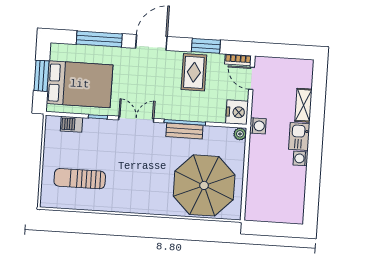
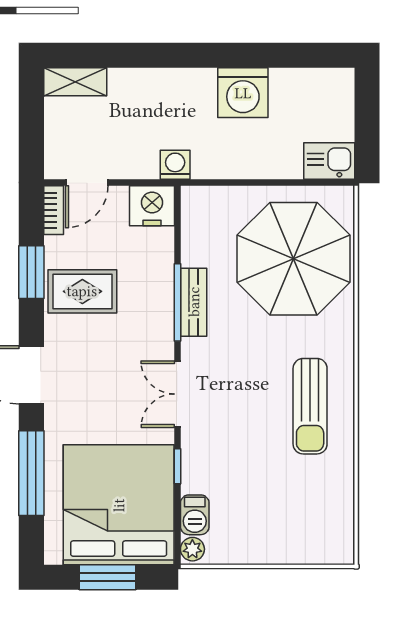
bed: (80, 84) -> (119, 505), width x1.36
shelving: (304, 105) -> (75, 82), moved
plant: (240, 134) -> (192, 549), moved
kitchen sink: (299, 136) -> (329, 161), moved, turned 180
washing machine: (301, 158) -> (243, 93), width x1.89, depth x1.89
sun lounger: (80, 179) -> (310, 406), moved

